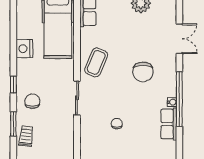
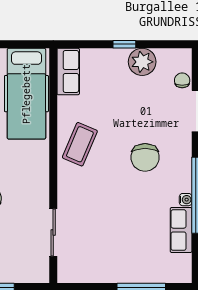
sliding door: (77, 98) -> (53, 232), moved
chair: (117, 124) -> (182, 80), moved

